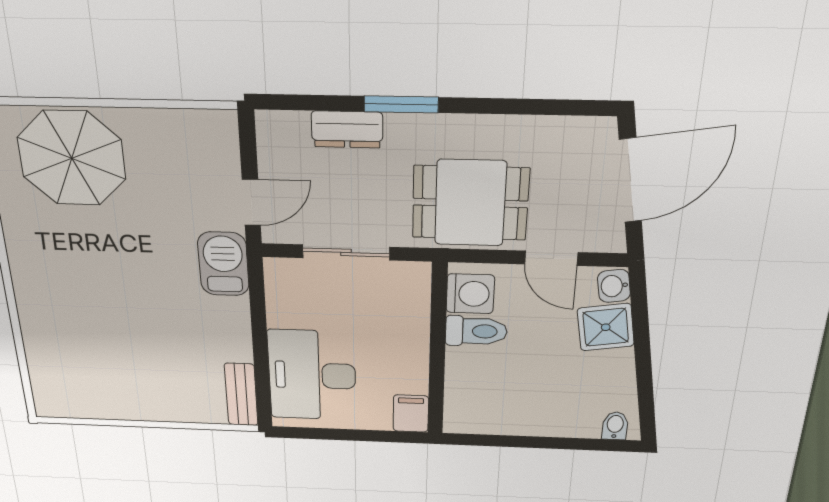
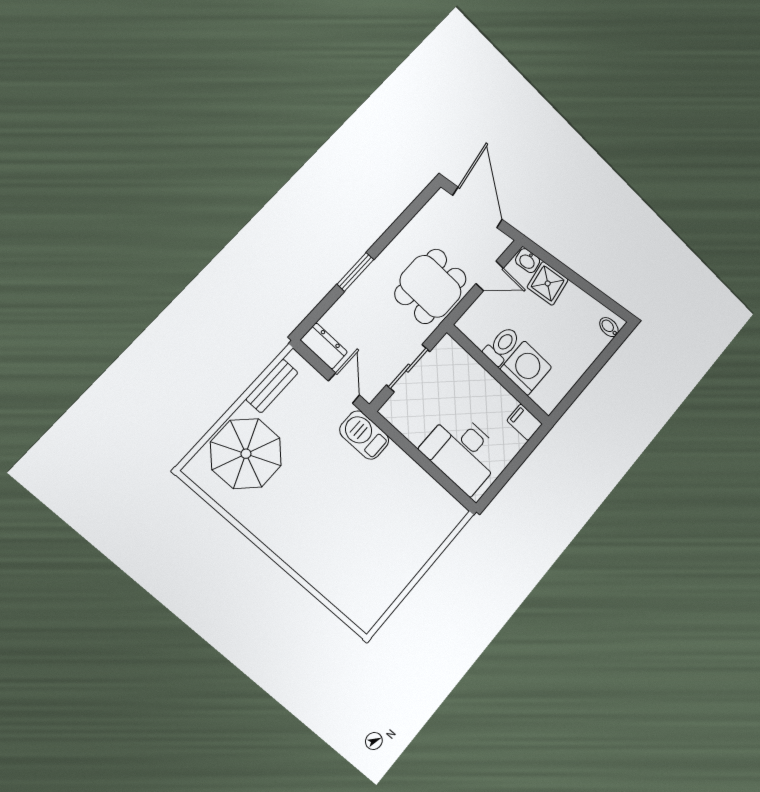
dresser: (347, 129) -> (324, 346), moved, turned -90
washing machine: (470, 294) -> (526, 368), moved, width x1.37, depth x1.37
bench: (241, 395) -> (272, 386), moved, turned 90

